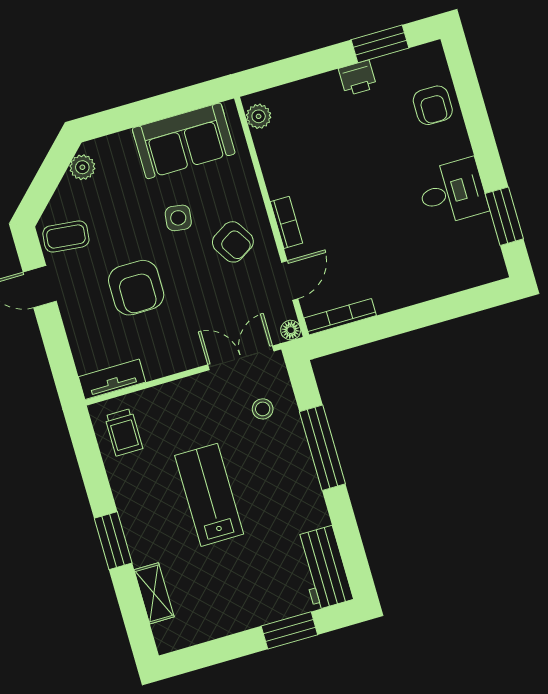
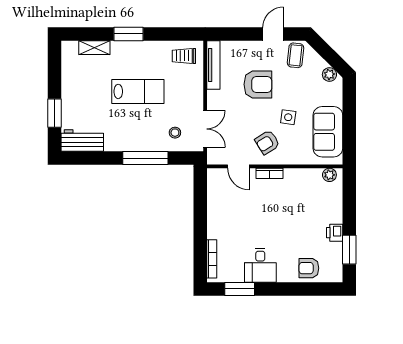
armchair: (136, 288) -> (258, 84), turned 180
bookcase: (340, 317) -> (212, 259), moved
floor lamp: (291, 330) -> (212, 159), removed
tv unit: (112, 379) -> (213, 65), width x1.41

